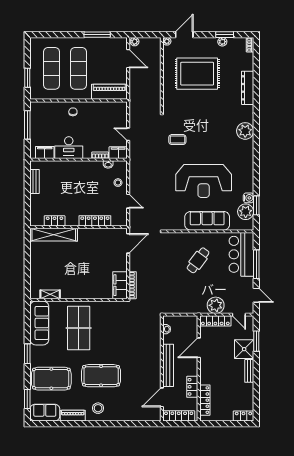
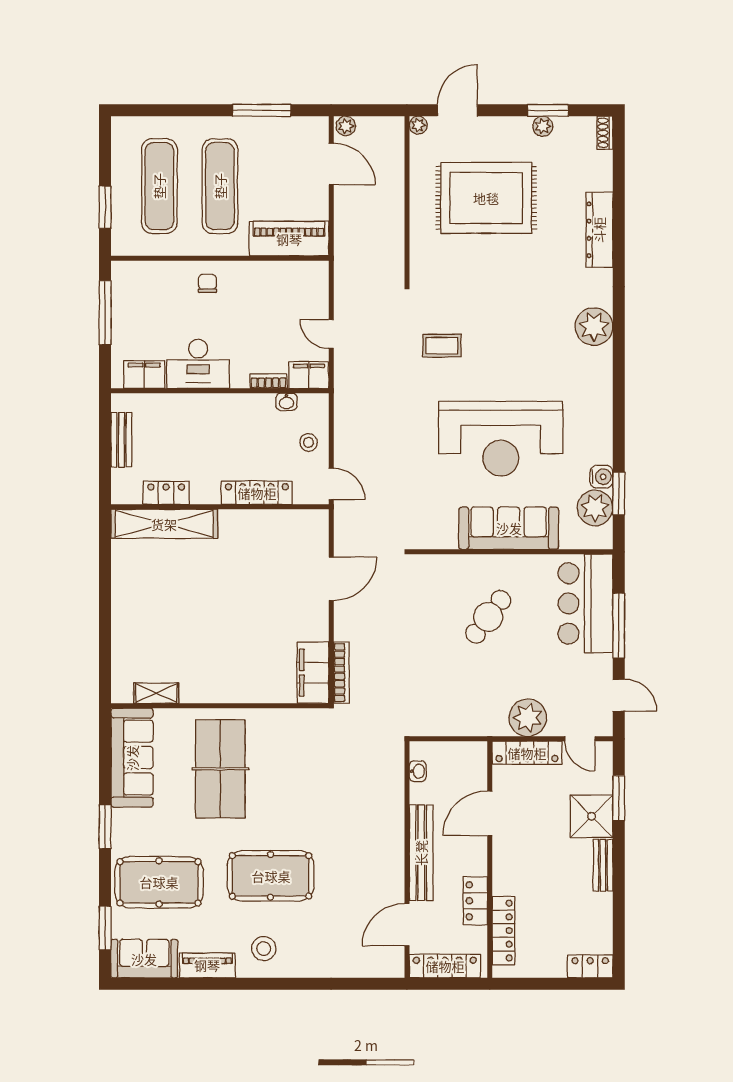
locker: (55, 221) -> (166, 493), moved
locker: (95, 221) -> (257, 493), moved
wall: (78, 227) -> (220, 507), moved
shelving: (54, 235) -> (164, 524), moved

